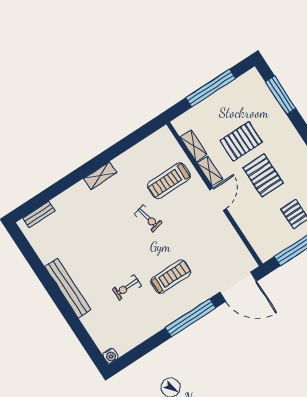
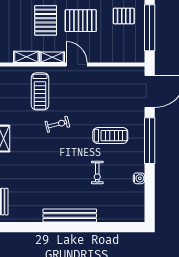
treadmill: (171, 277) -> (110, 136), turned 90
water cooler: (111, 356) -> (139, 178), moved

